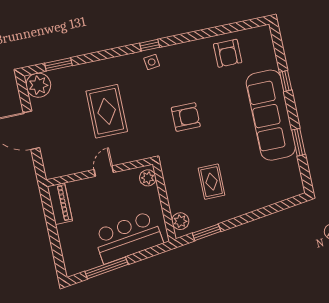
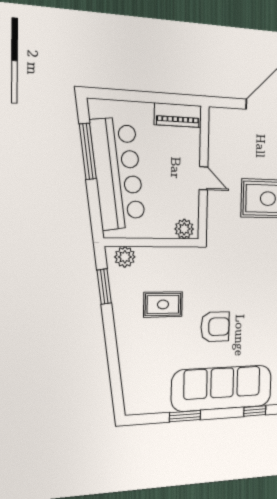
armchair: (186, 117) -> (215, 327), moved, turned -90
bar counter: (128, 237) -> (118, 173), width x1.36

